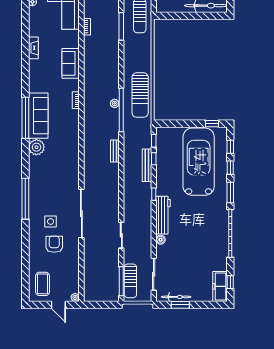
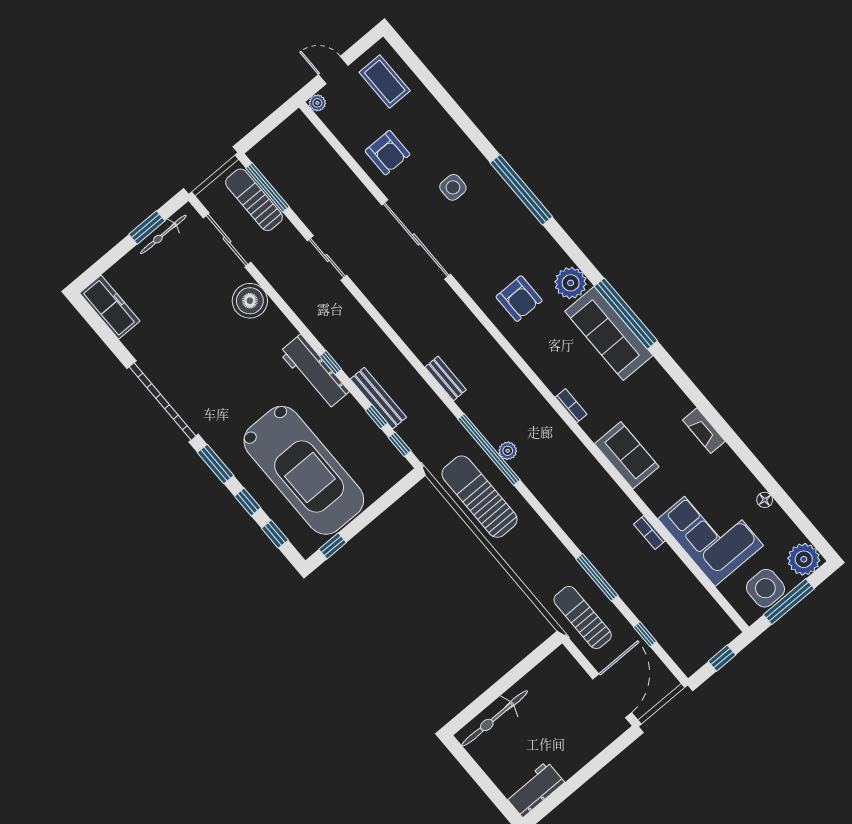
armchair: (61, 158) -> (519, 299), added
workbench: (163, 215) -> (314, 372), moved
boiler: (161, 240) -> (250, 301), width x1.86, depth x1.86
armchair: (54, 244) -> (388, 153), moved
window: (230, 282) -> (100, 327), removed

